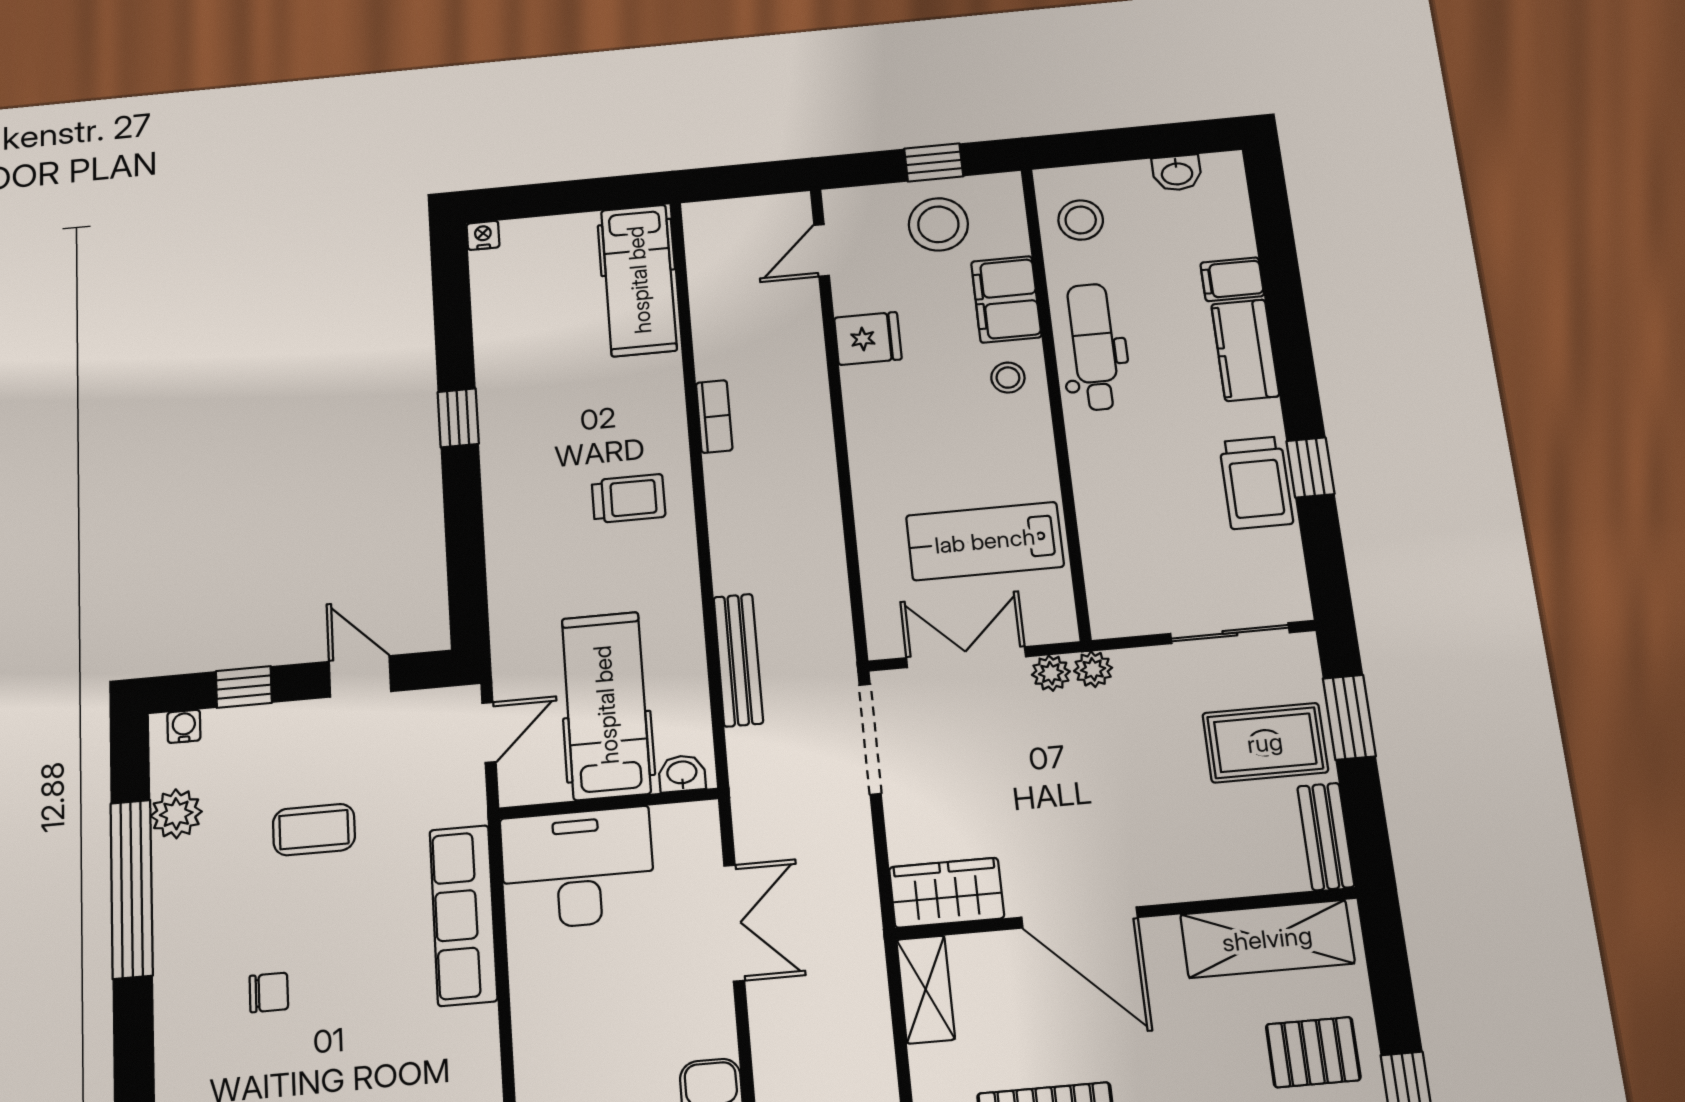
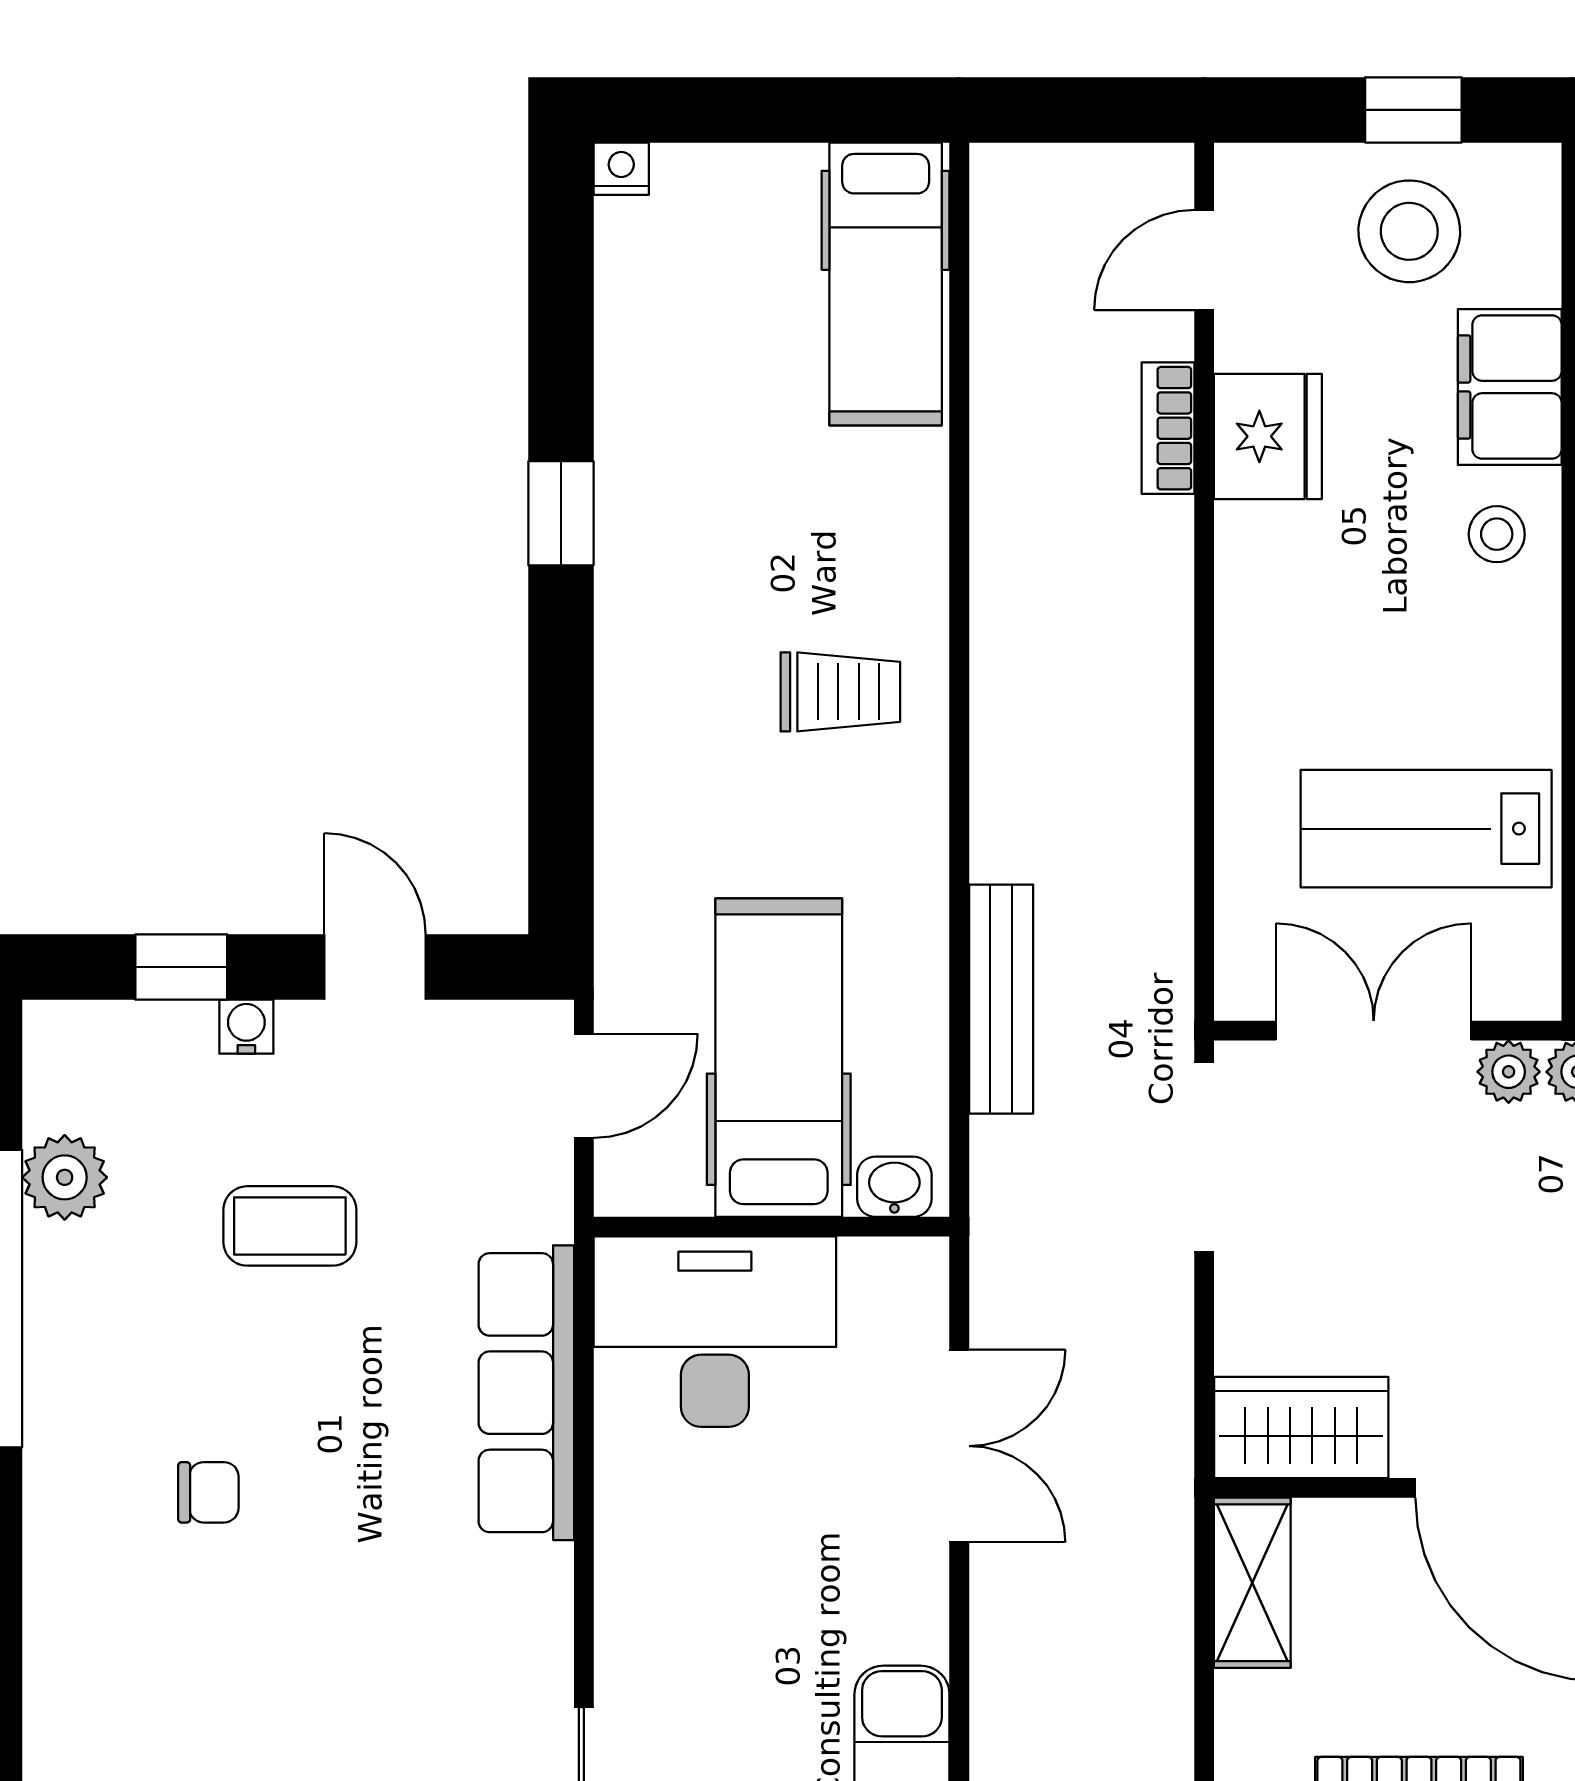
fridge: (868, 339) -> (1268, 436), width x1.38
bookcase: (714, 416) -> (1168, 428), moved, turned 180
water cooler: (184, 726) -> (246, 1027), moved

